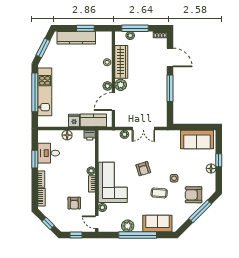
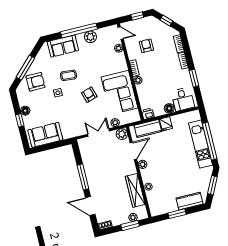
window: (135, 28) -> (130, 225), width x0.69
kitchen counter: (76, 38) -> (190, 201), width x0.67
plant: (121, 85) -> (122, 134), moved
desk: (49, 153) -> (183, 99), moved, turned 90
corner sofa: (113, 182) -> (119, 92), moved

